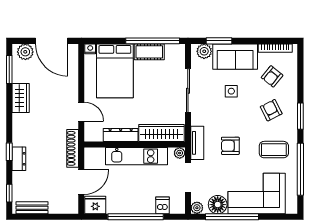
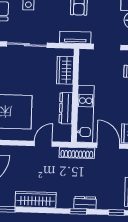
wardrobe: (21, 98) -> (36, 200), width x1.50
wardrobe: (162, 133) -> (65, 70), width x0.67
plant: (180, 153) -> (84, 54), removed
kitchen unit: (137, 156) -> (85, 114), moved

